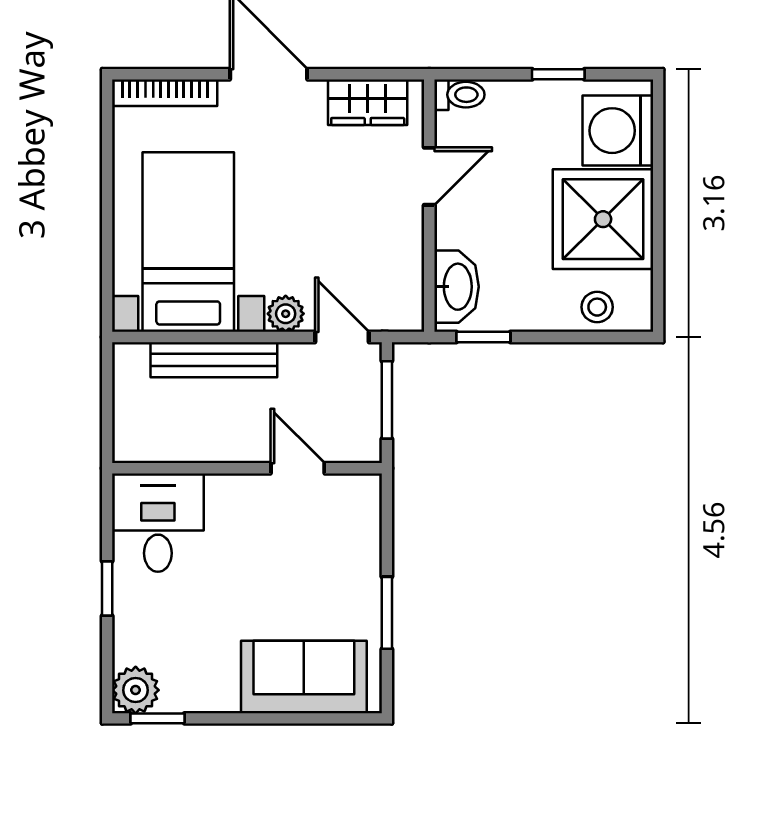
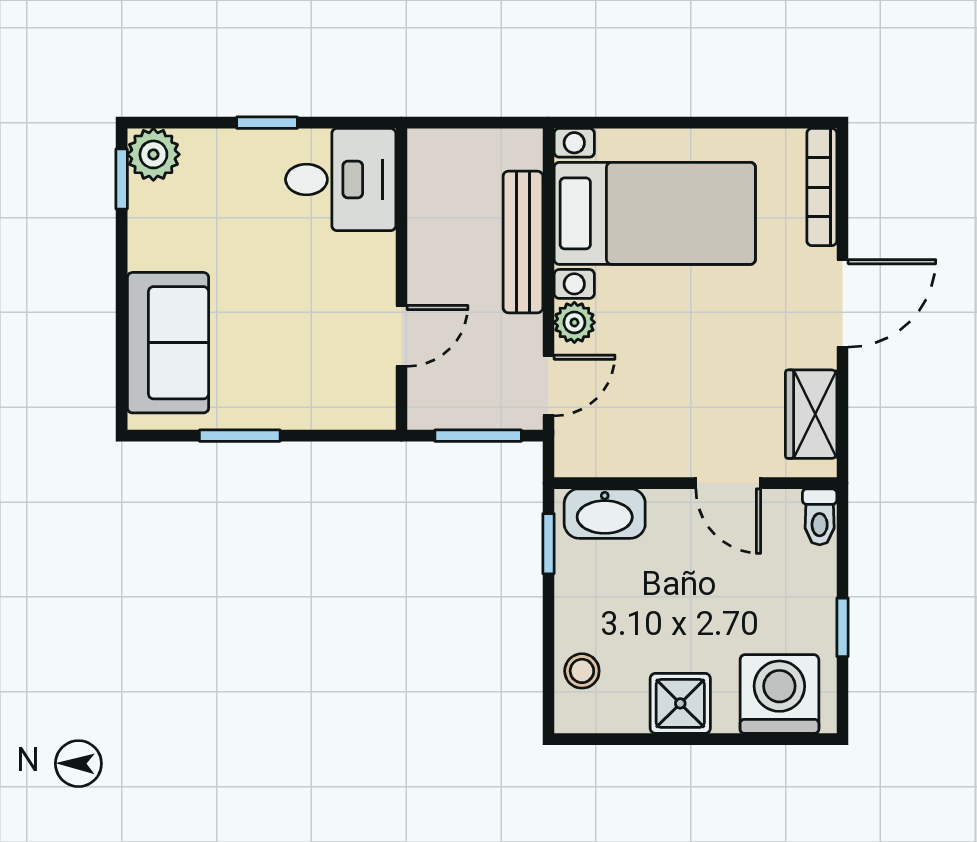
shower: (603, 219) -> (680, 703), width x0.54, depth x0.54

